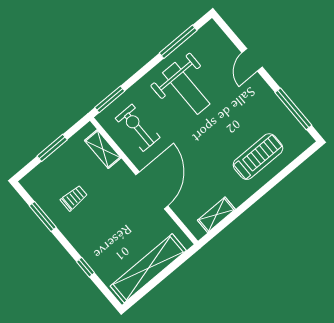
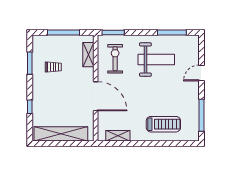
weight bench: (186, 88) -> (156, 59), turned -90
window: (52, 148) -> (64, 33), width x1.44
door: (152, 190) -> (96, 96), hinge flipped

